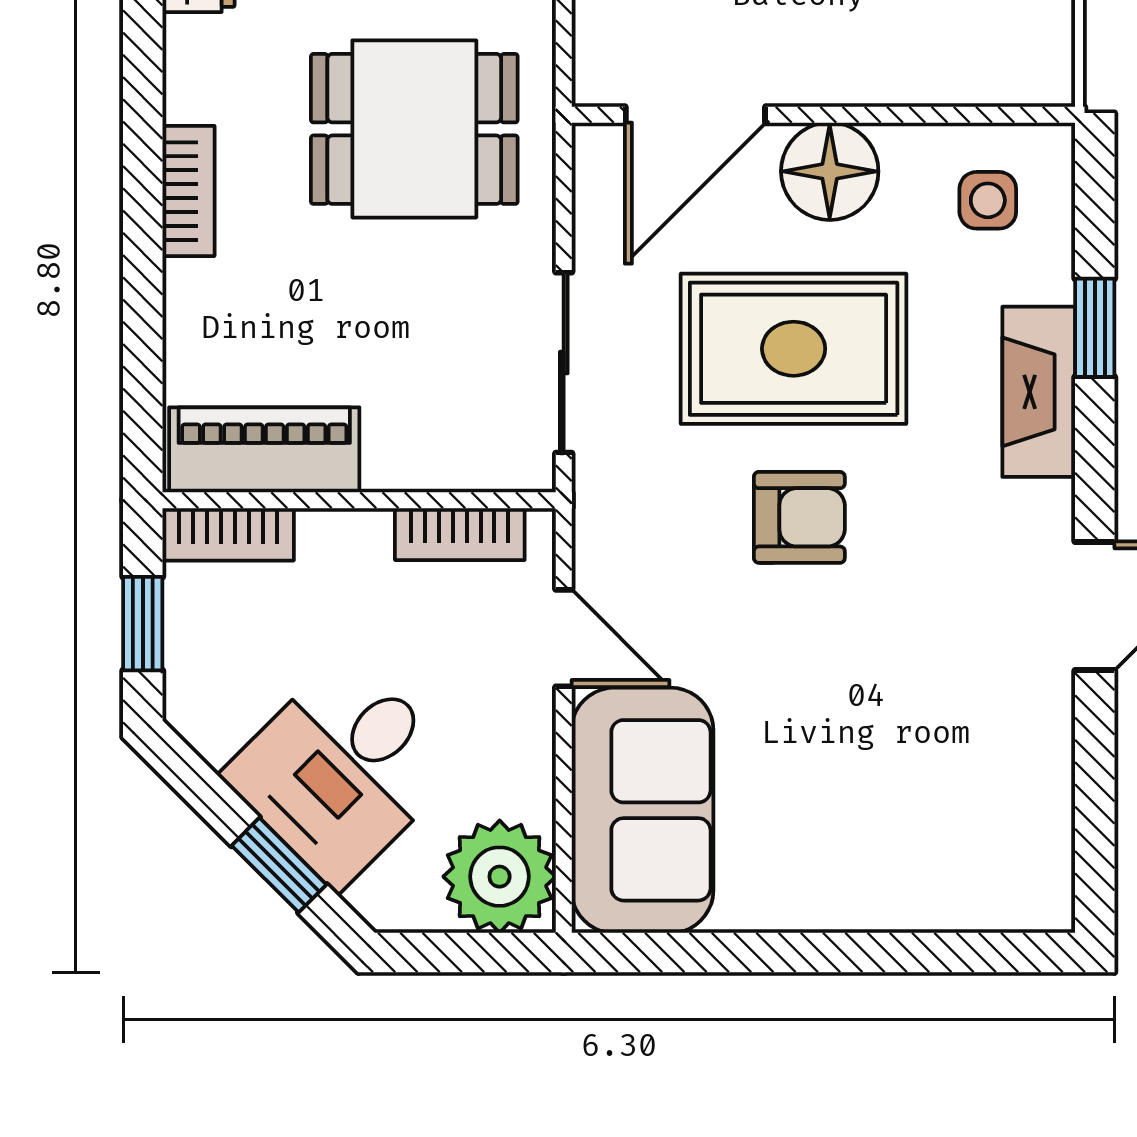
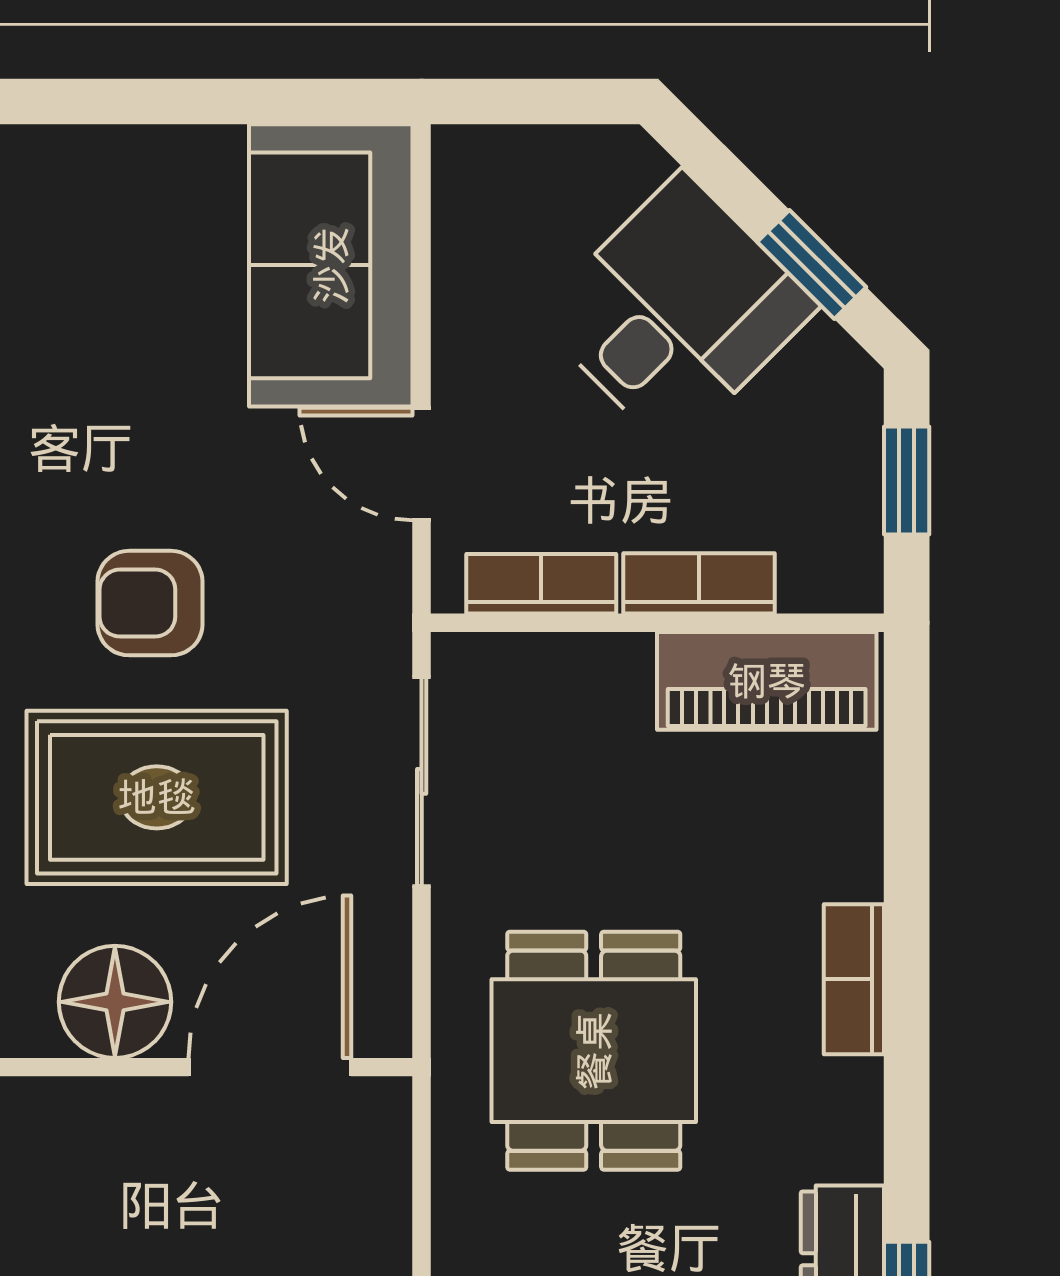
dining table: (414, 129) -> (594, 1051), turned 90
bookcase: (228, 534) -> (699, 583), moved
window: (279, 865) -> (812, 264), moved
plant: (500, 877) -> (496, 189), removed

